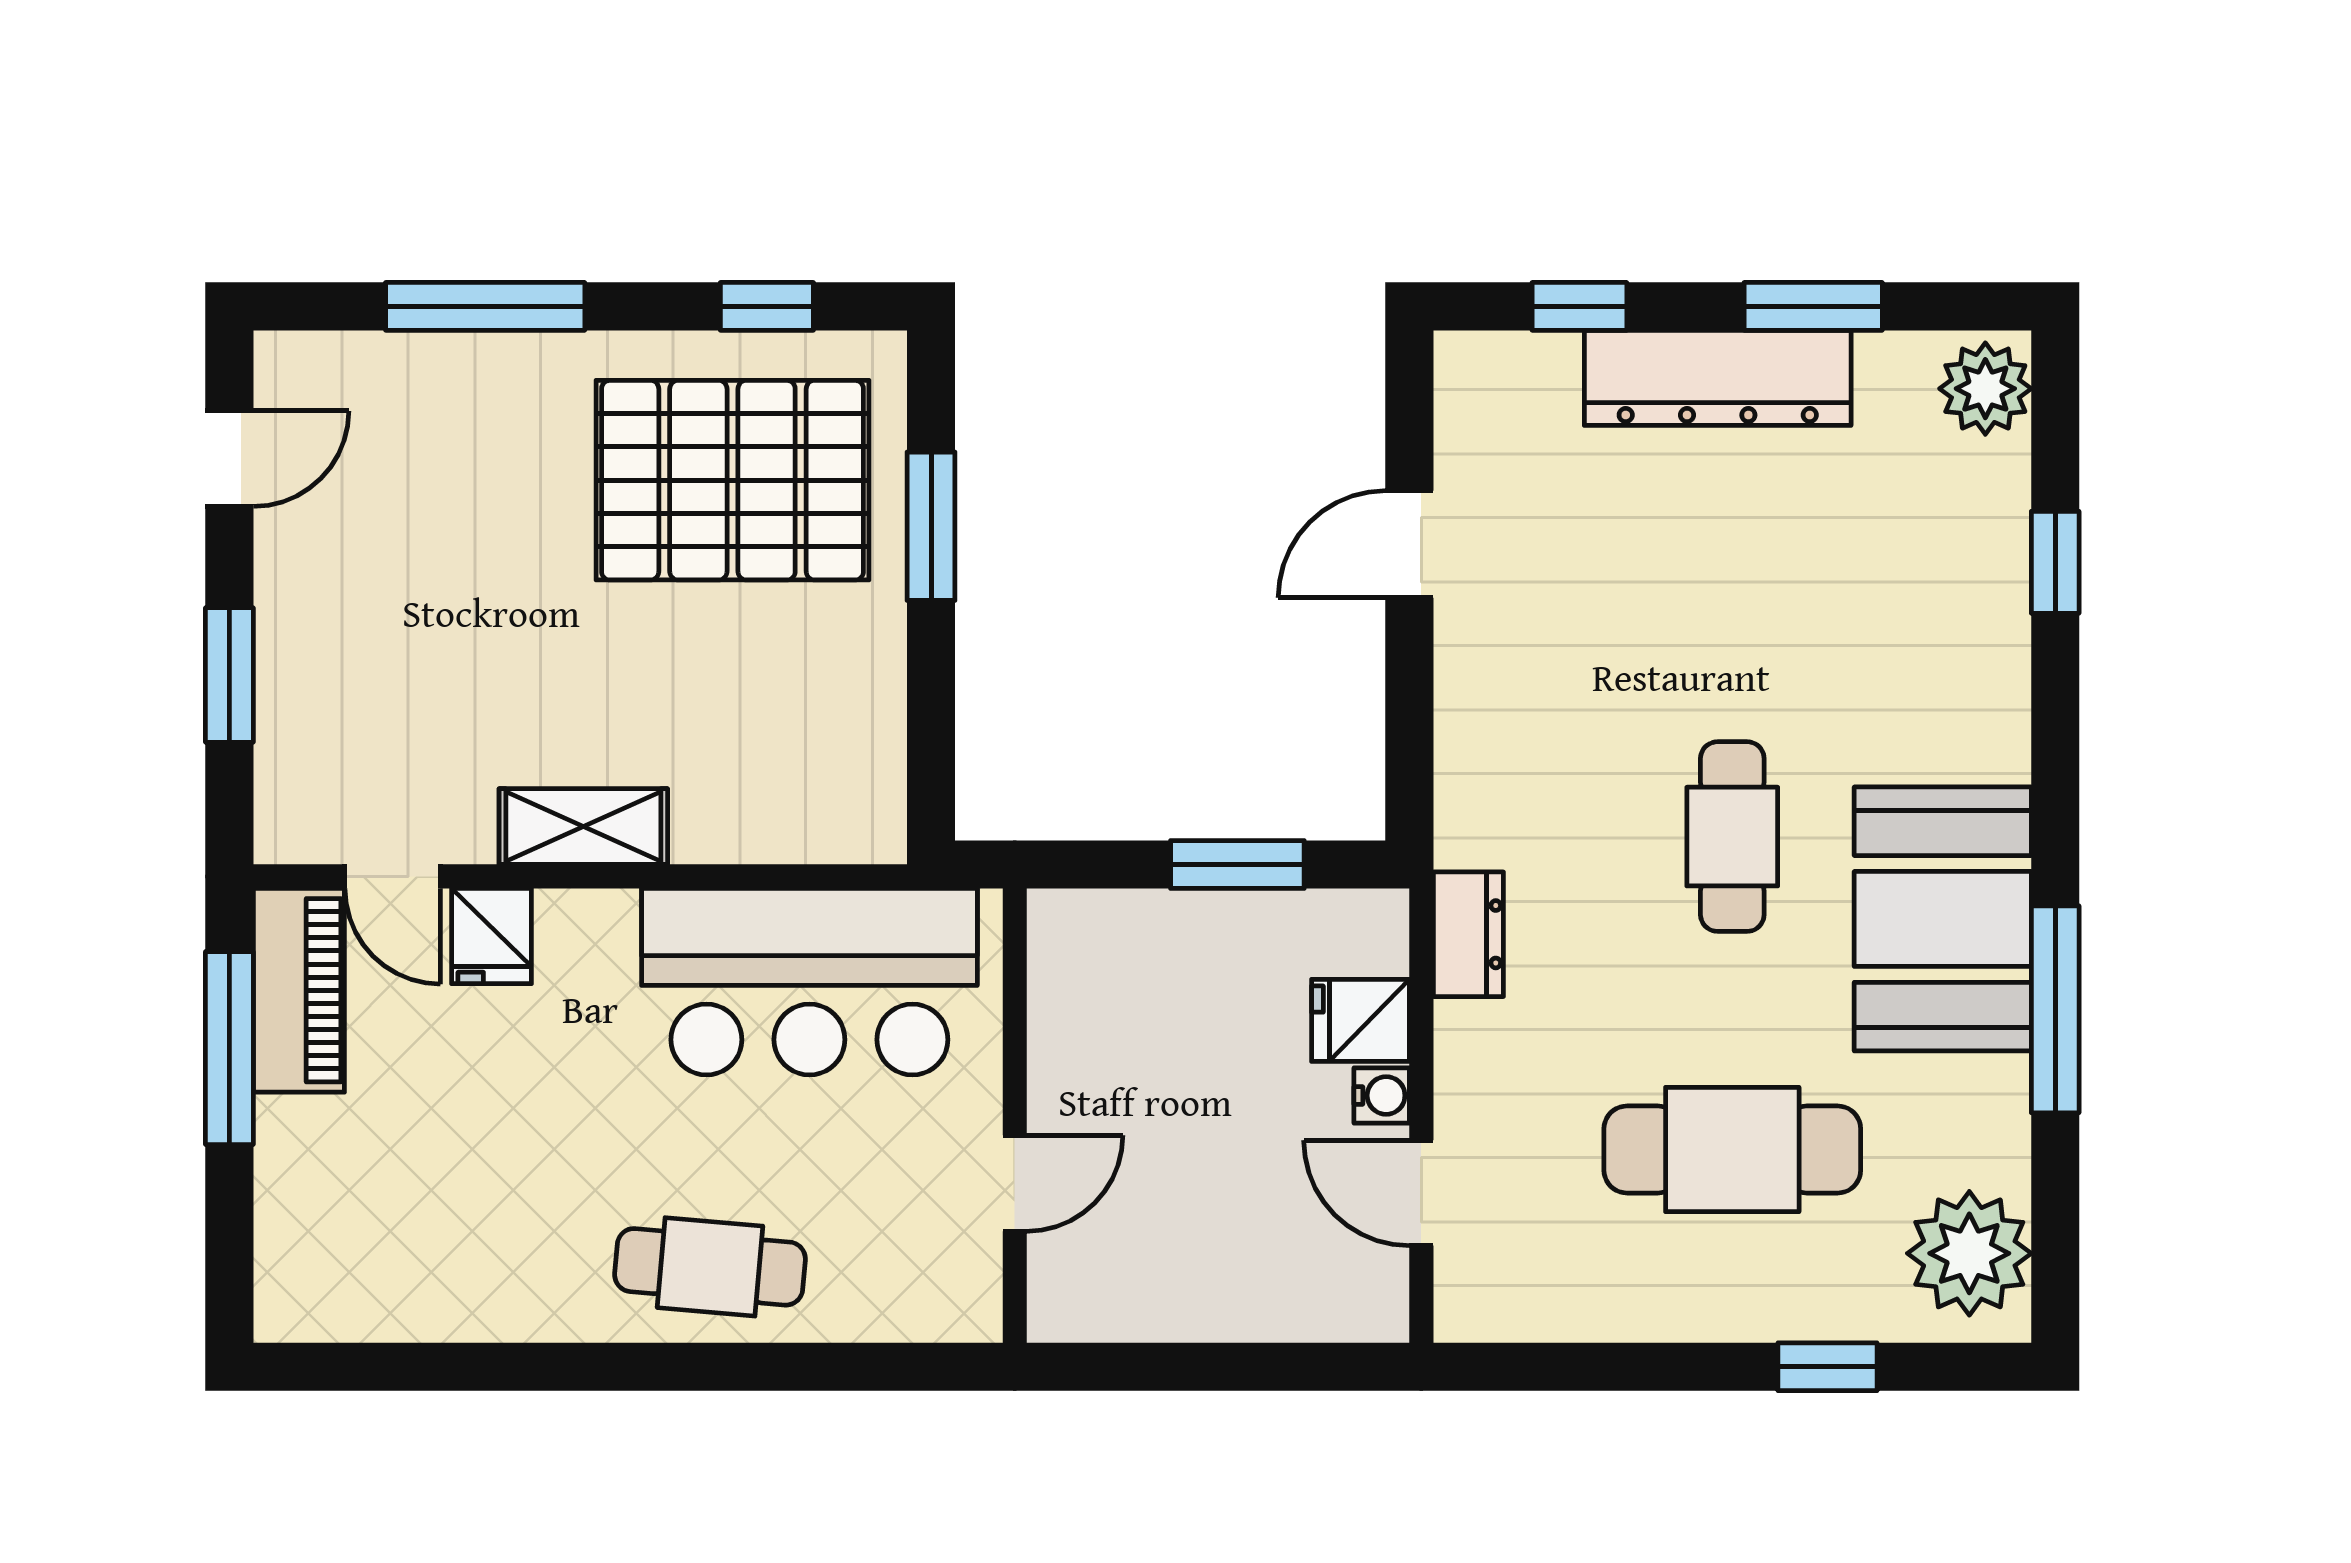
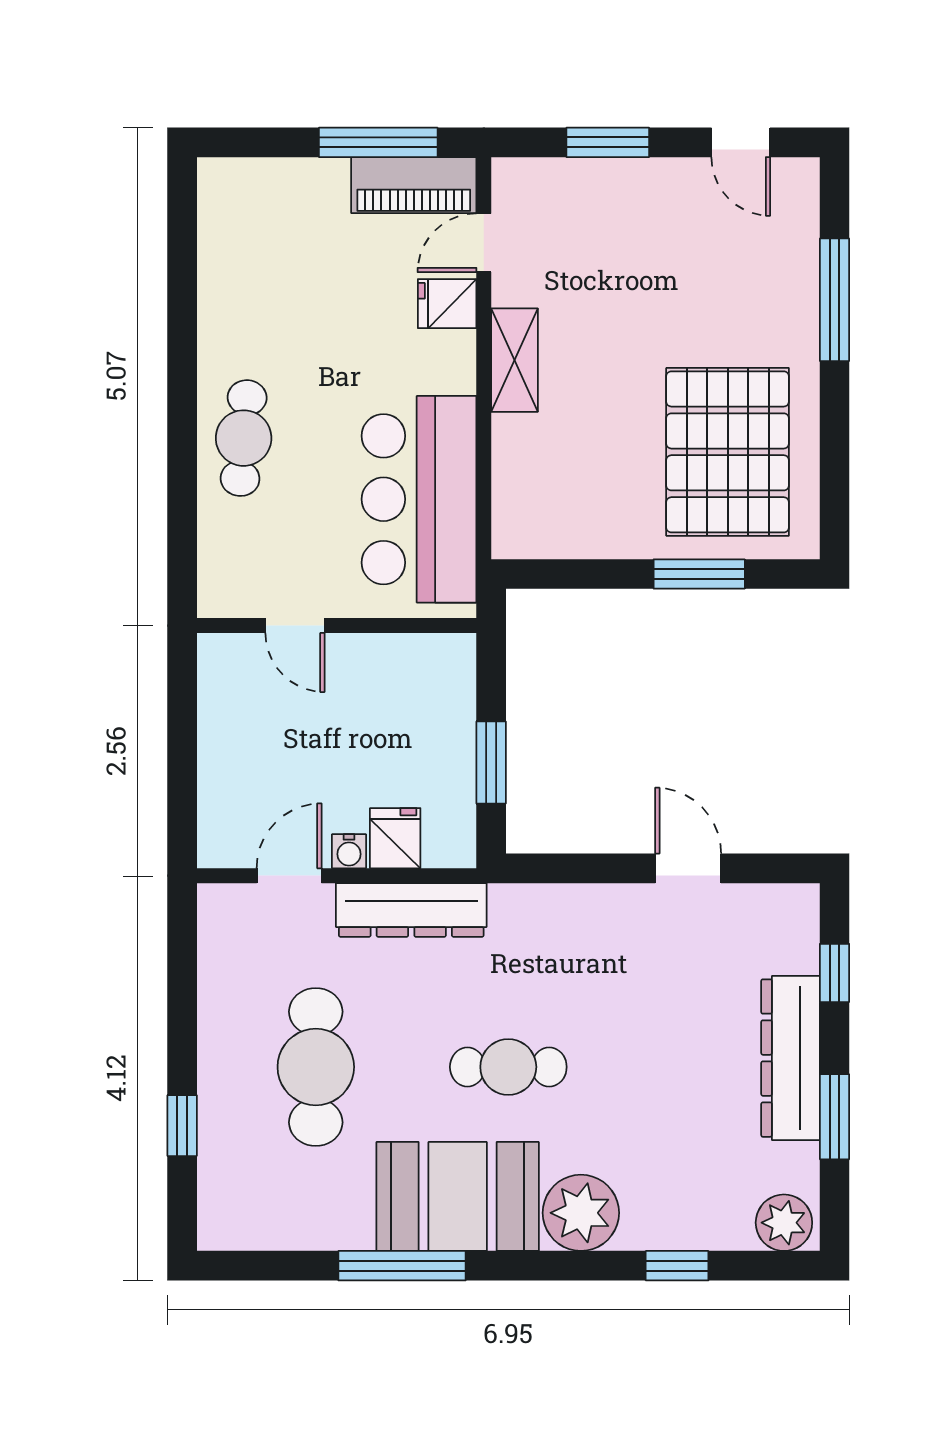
window: (767, 306) -> (834, 473), removed
dresser: (1468, 934) -> (411, 910), width x1.96, depth x1.24
plant: (1969, 1253) -> (581, 1213), moved

